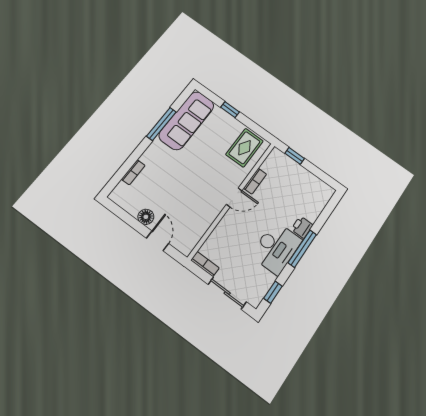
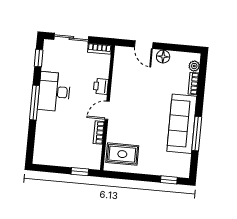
window: (230, 110) -> (169, 180), moved
sofa: (187, 120) -> (182, 124), moved
rug: (244, 148) -> (122, 154), turned 90
plant: (121, 189) -> (194, 66), added
printer: (302, 227) -> (101, 86), moved, turned 180

